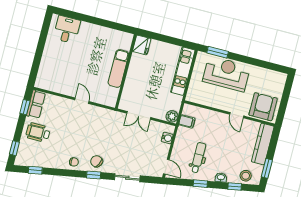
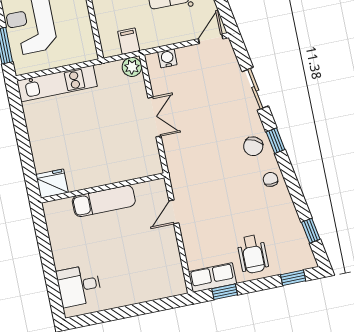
fridge: (142, 45) -> (52, 183), moved
exam couch: (118, 69) -> (104, 201), moved
wall: (126, 71) -> (103, 188), moved

